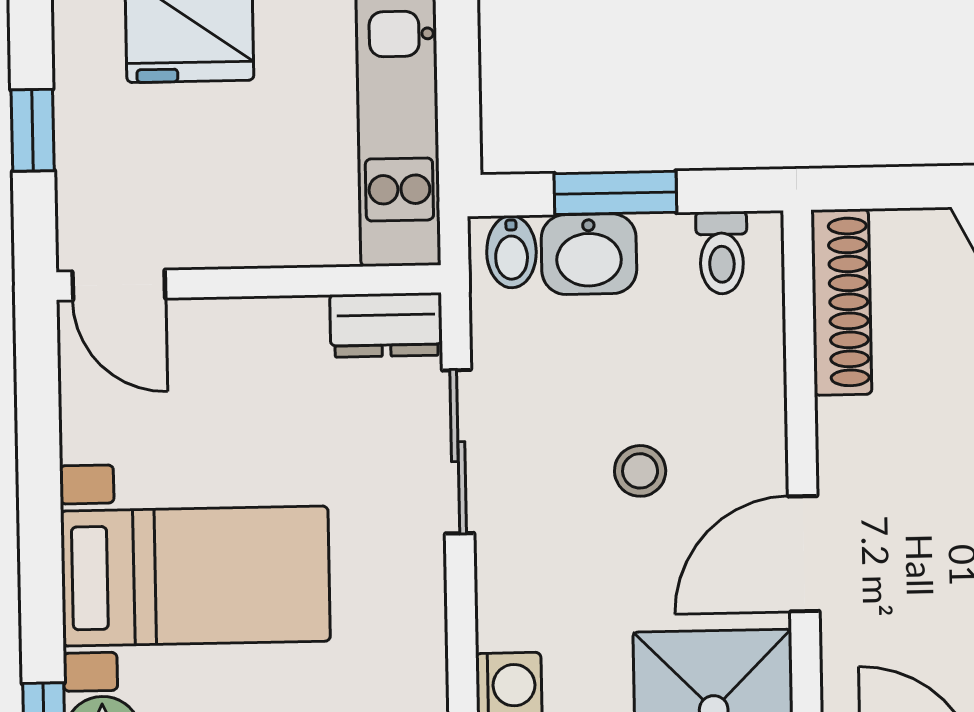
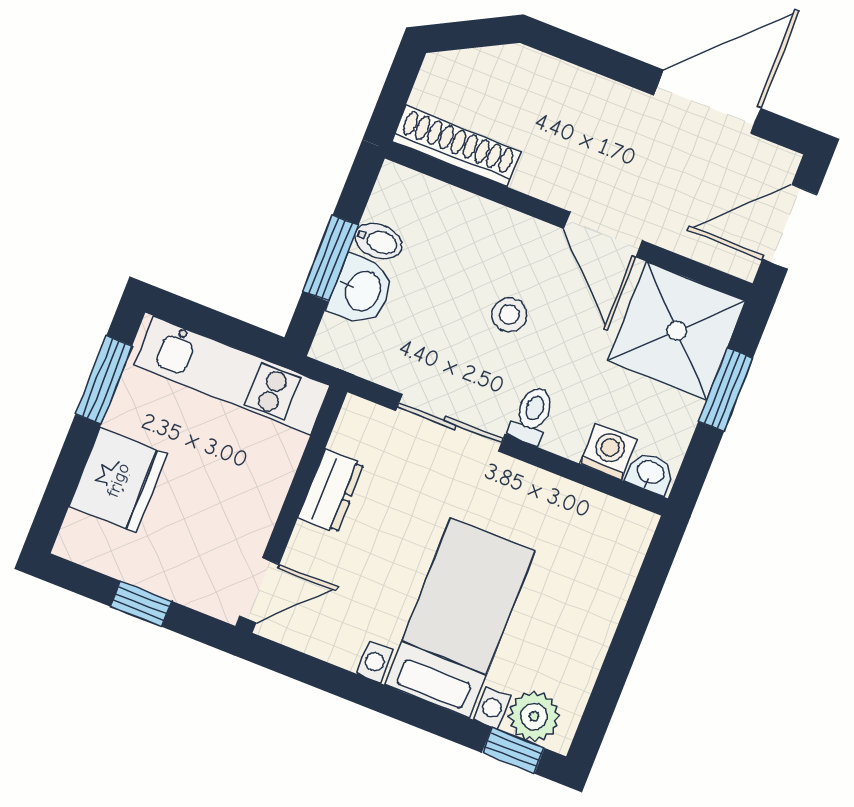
bidet: (511, 252) -> (378, 241), moved
toilet: (722, 253) -> (532, 415), moved, turned -90
dresser: (386, 325) -> (331, 491), moved

